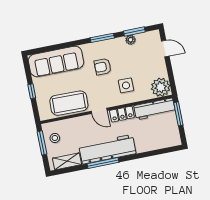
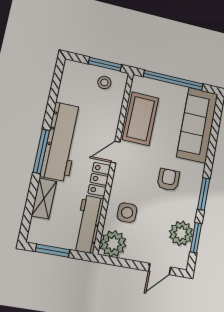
plant: (131, 40) -> (181, 233), width x1.88, depth x1.88
side table: (126, 85) -> (127, 213), moved
window: (32, 91) -> (173, 80), width x3.17
window: (178, 114) -> (53, 251), moved
shelving: (67, 161) -> (44, 199), moved
window: (103, 163) -> (41, 151), moved

